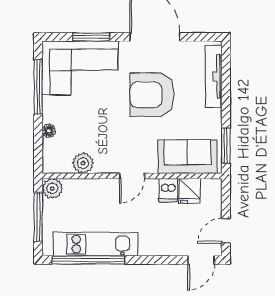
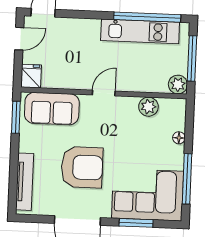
dishwasher: (168, 190) -> (71, 78), removed
fridge: (190, 191) -> (31, 76), moved

